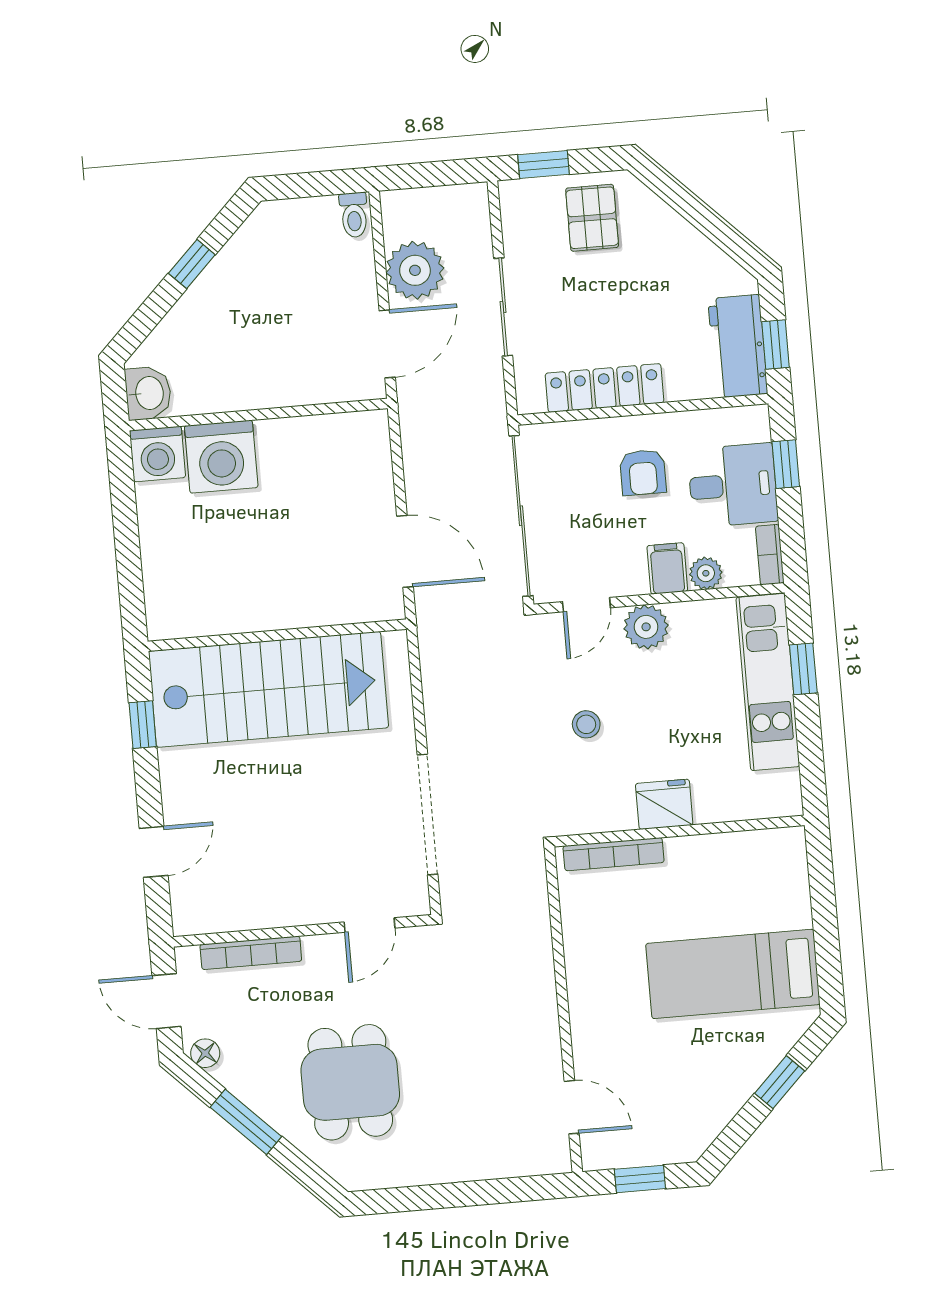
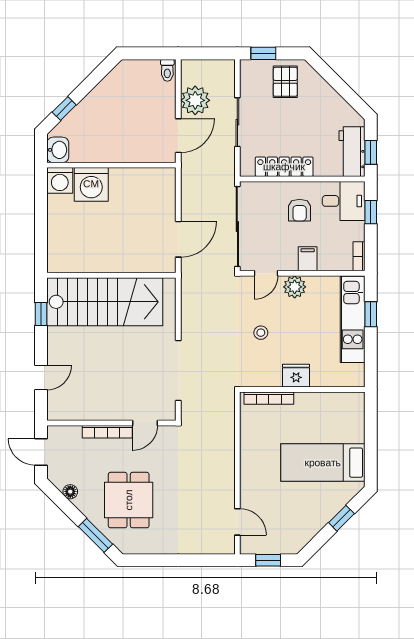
window: (192, 264) -> (64, 109), moved
desk: (733, 485) -> (344, 201), moved
door: (405, 551) -> (178, 239), hinge flipped
plant: (706, 573) -> (327, 263), removed
bookcase: (251, 953) -> (107, 432), moved
floor lamp: (205, 1053) -> (70, 492), moved
window: (246, 1122) -> (95, 535), moved

